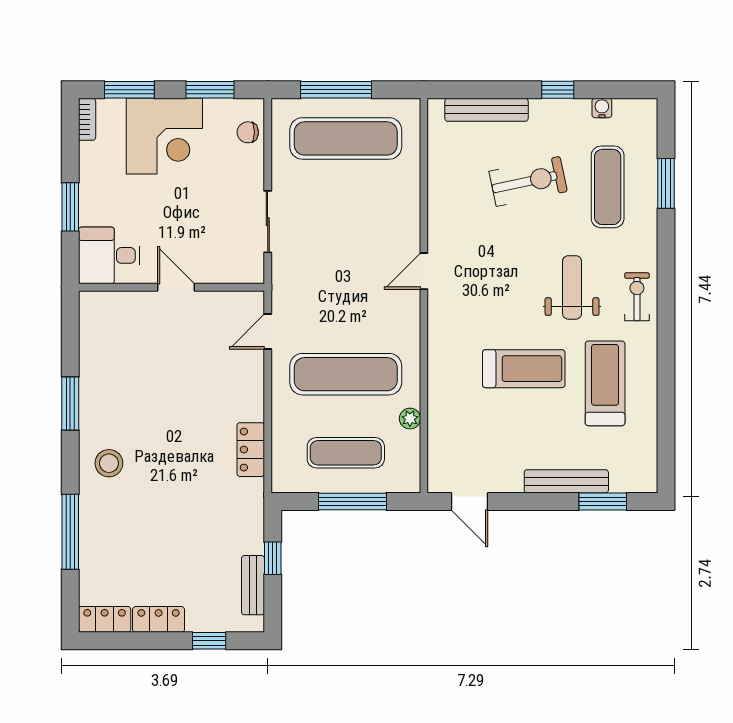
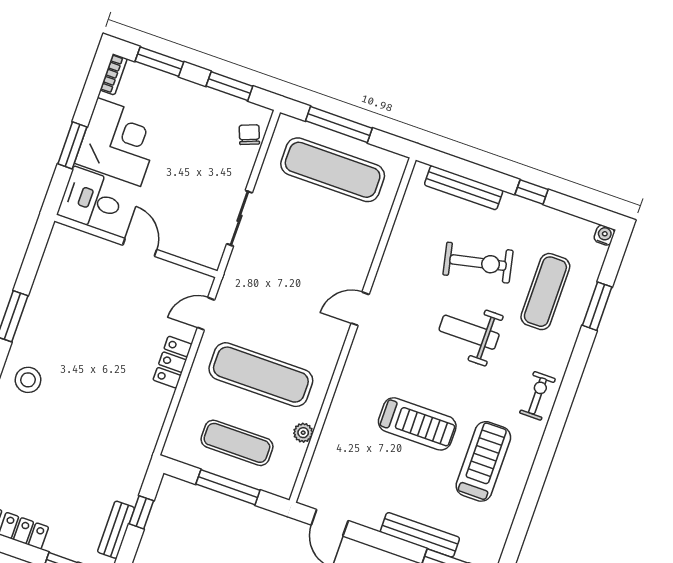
water cooler: (602, 108) -> (604, 235), moved
chair: (248, 132) -> (249, 135), turned 69
corner desk: (164, 136) -> (119, 142), moved, turned -90
weight bench: (572, 287) -> (469, 332), moved, turned -90
locker: (251, 450) -> (172, 362), moved

